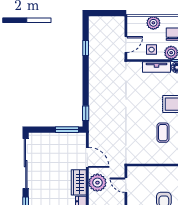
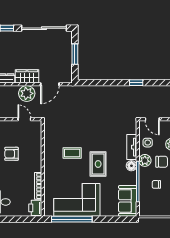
window: (86, 48) -> (136, 83), moved
window: (86, 113) -> (90, 83), removed
window: (67, 130) -> (75, 54), moved
door: (126, 185) -> (24, 119), hinge flipped

